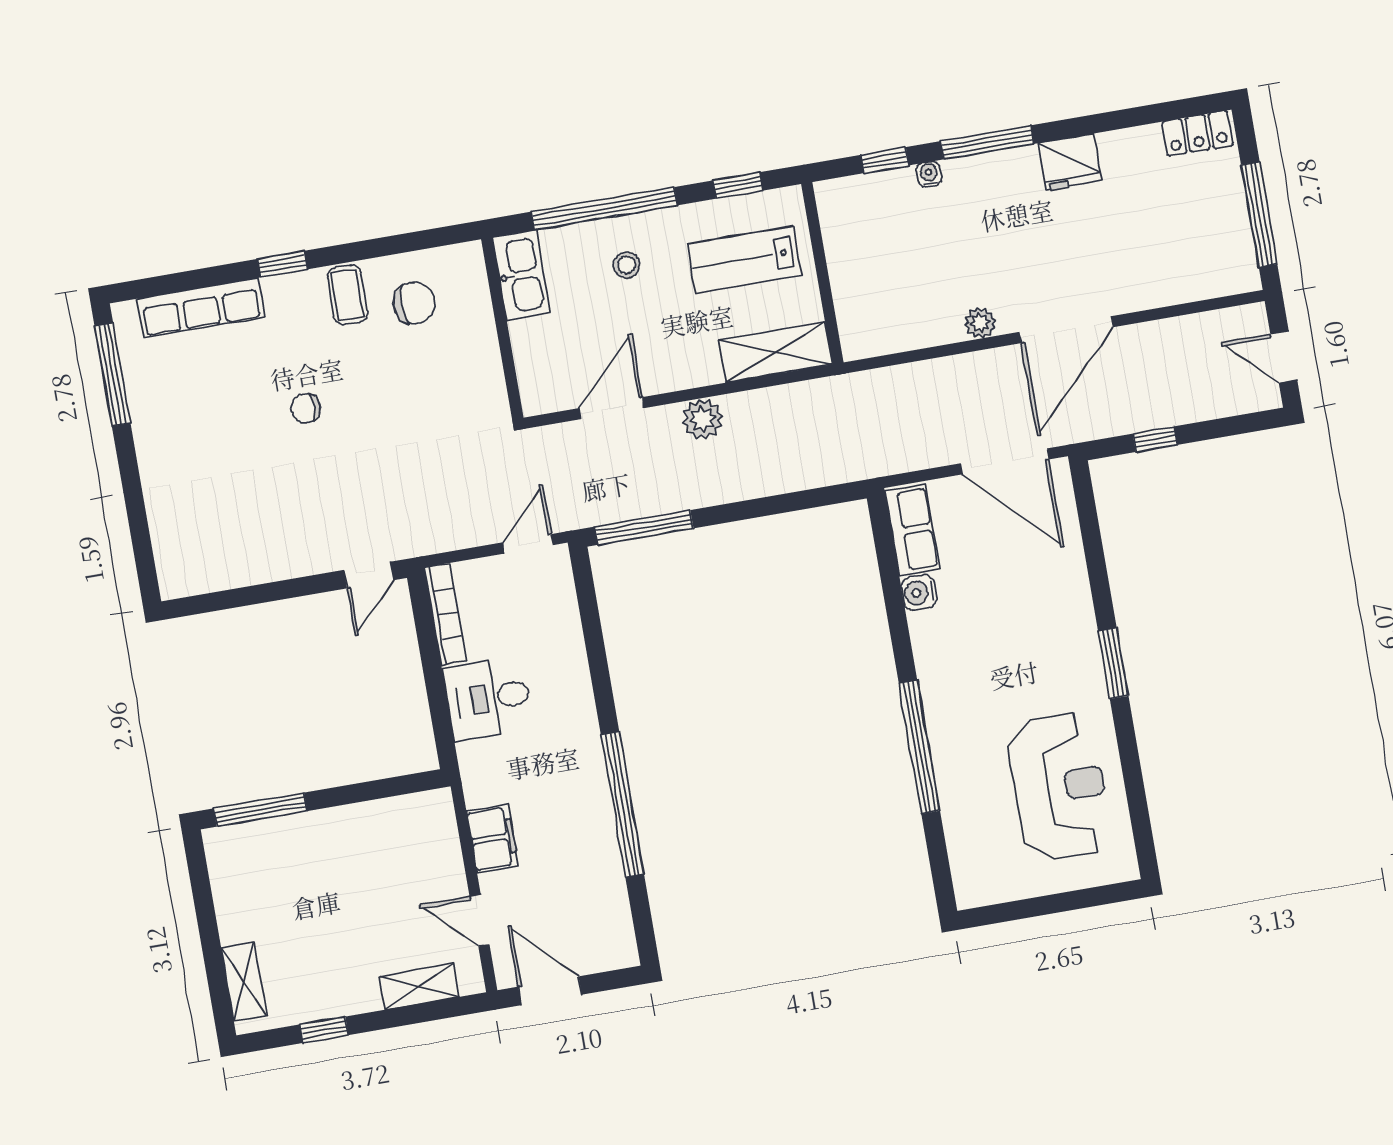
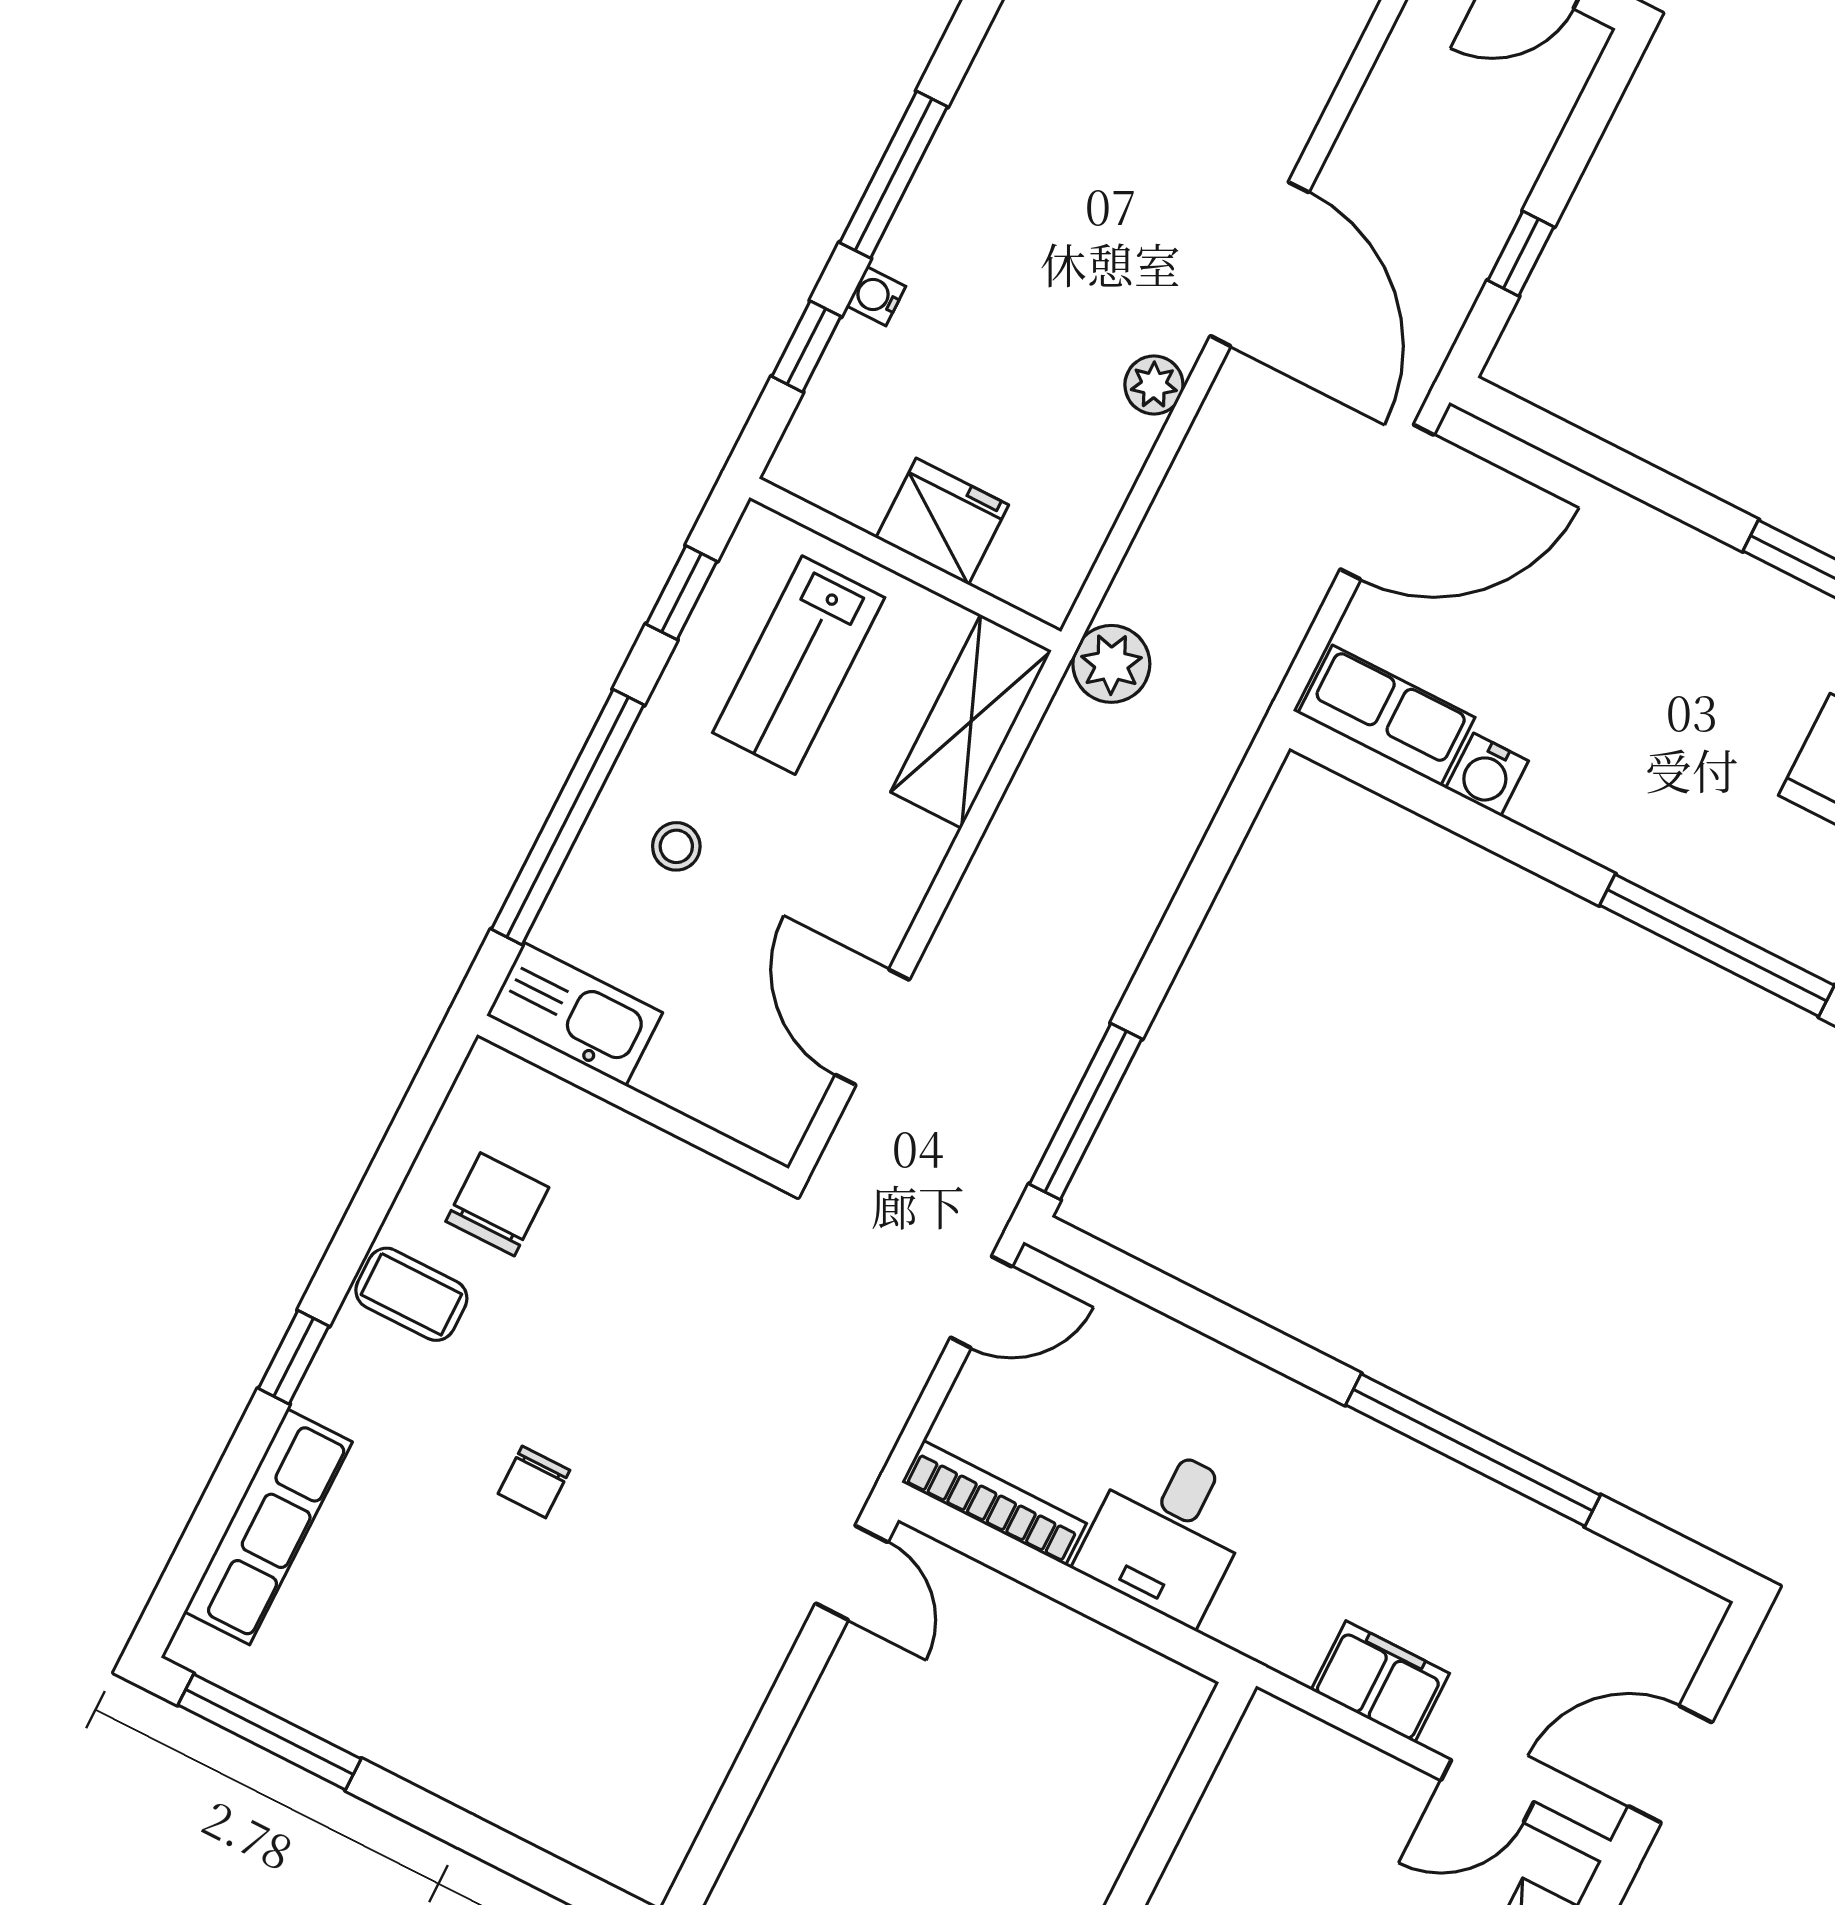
fridge: (1070, 162) -> (942, 521), moved, turned -90
plant: (703, 419) -> (1111, 664), moved
door: (528, 544) -> (981, 1302), swing flipped

